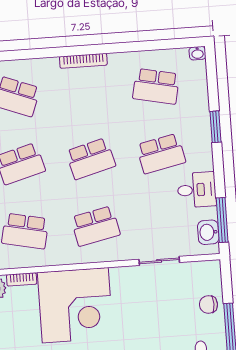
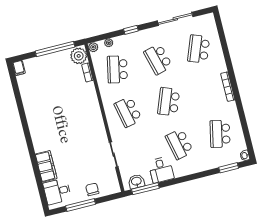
window: (215, 127) -> (229, 168), moved
school desk: (91, 159) -> (169, 102), turned 36
corner desk: (75, 305) -> (77, 108), removed

